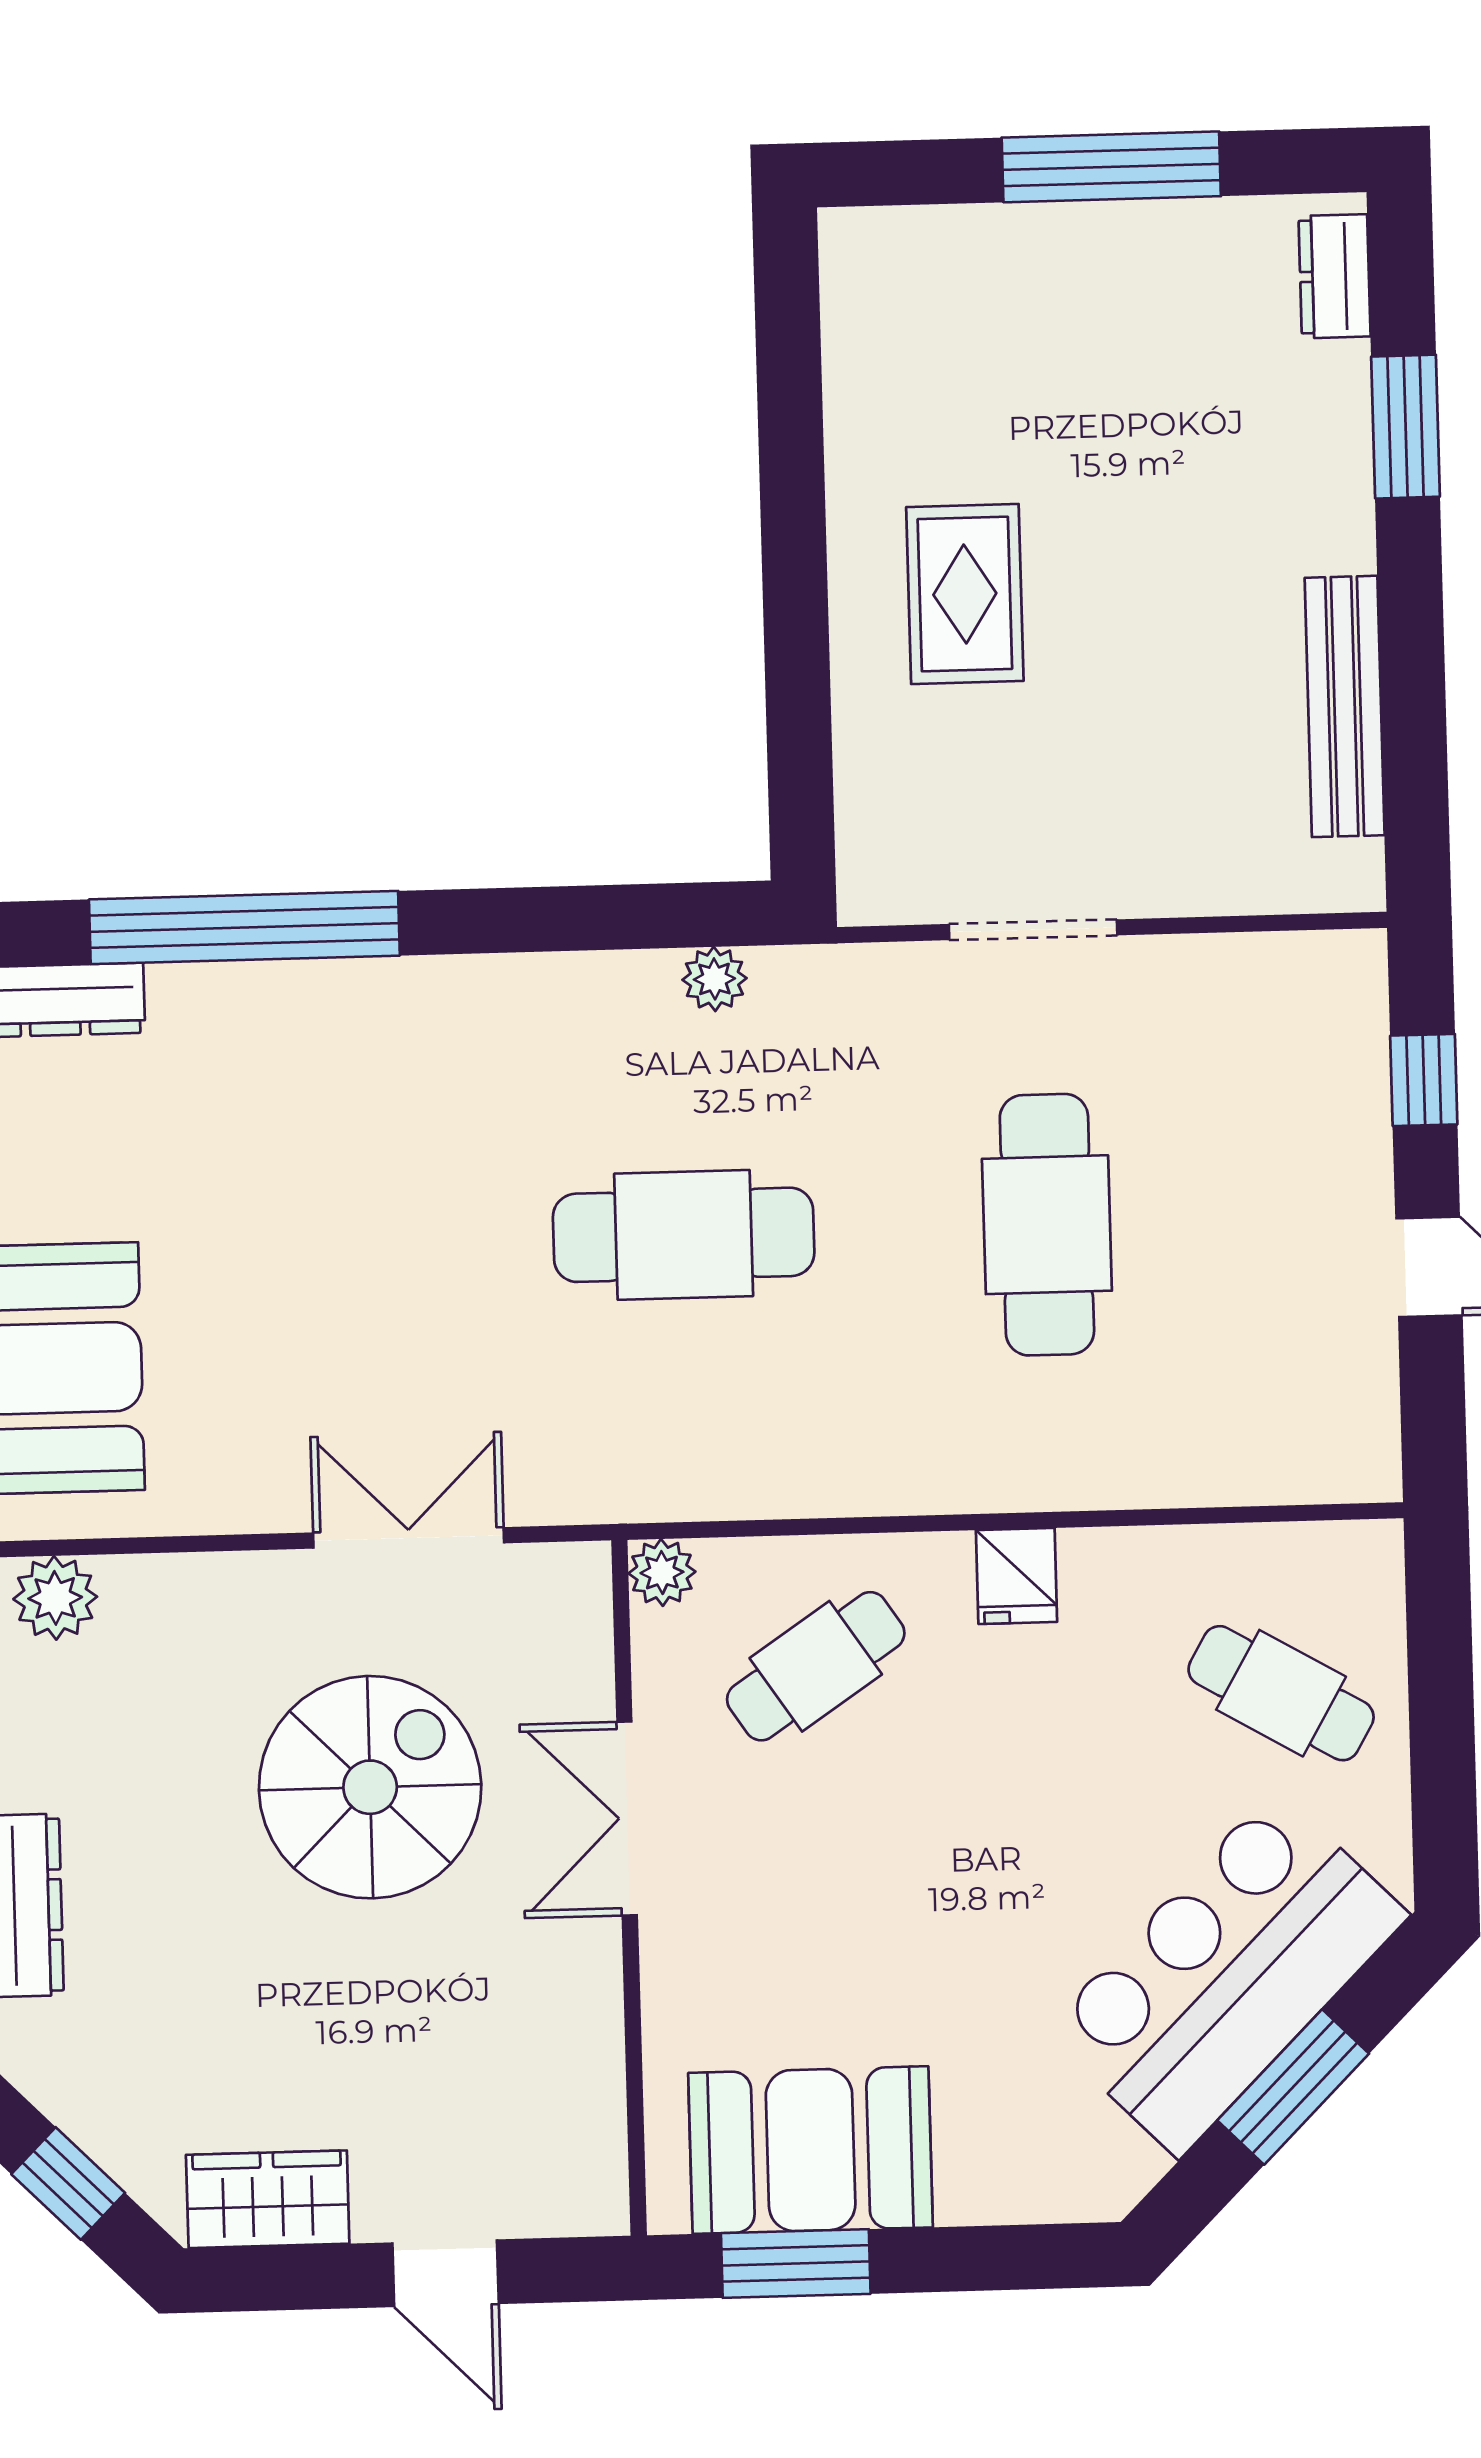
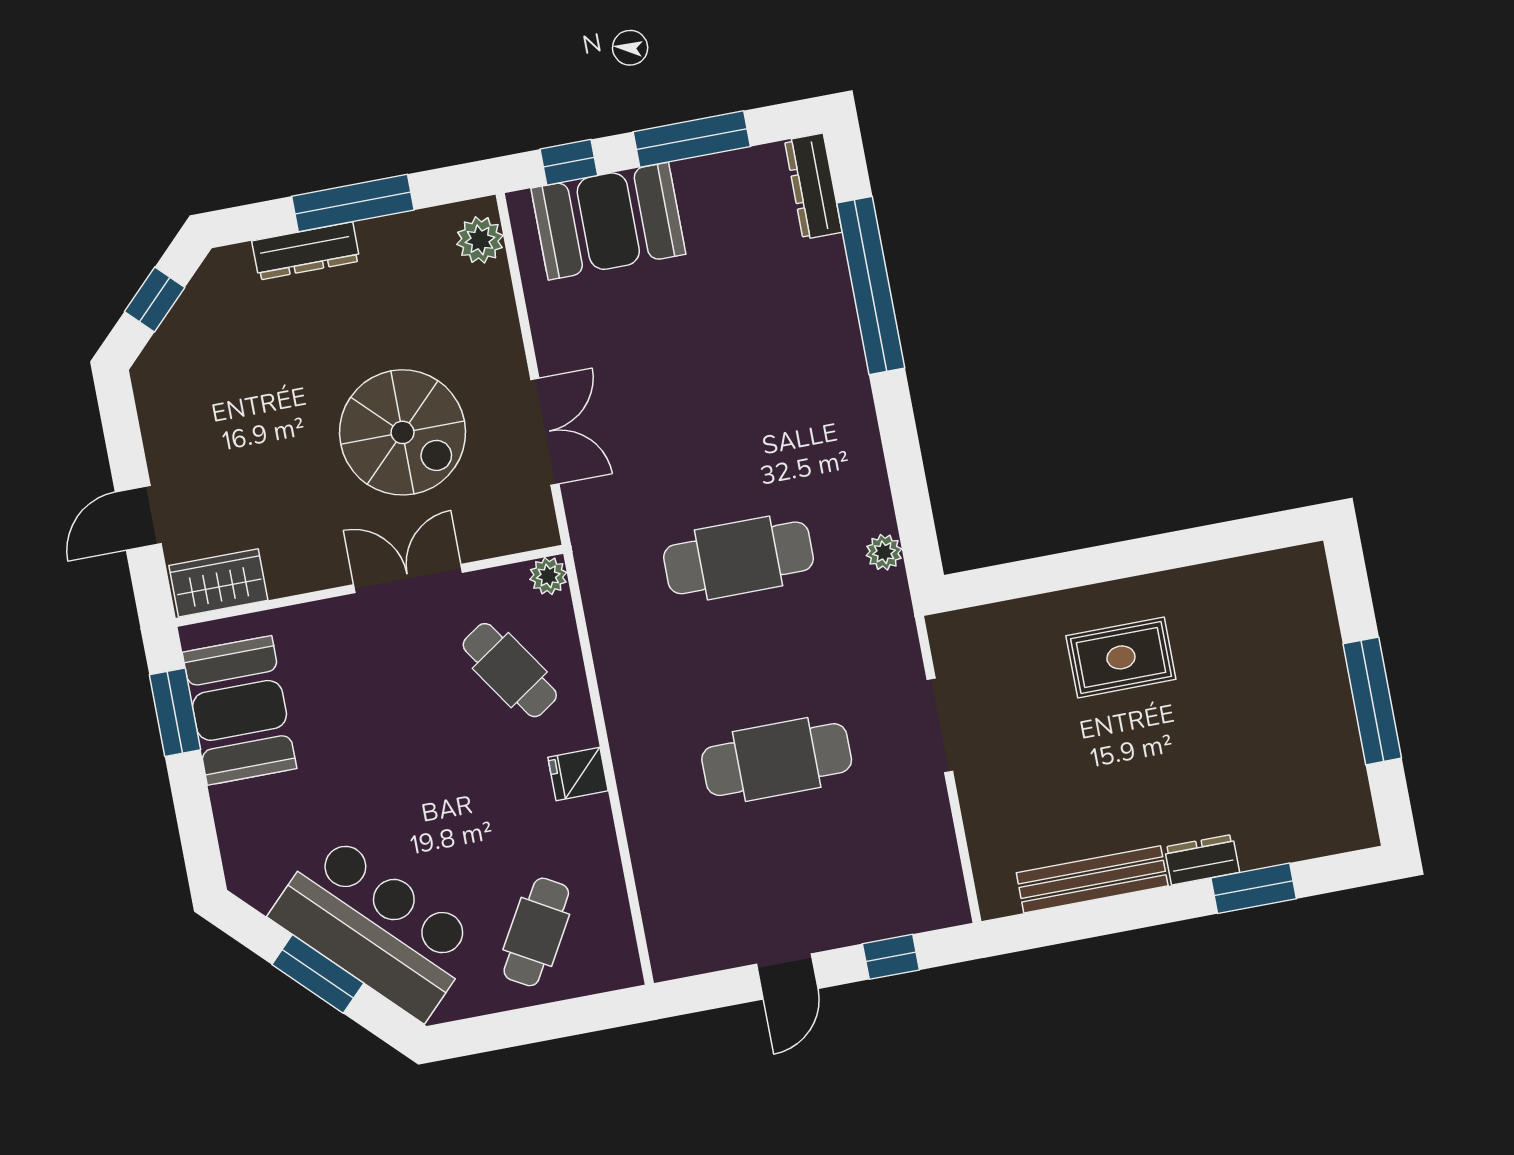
dresser: (1335, 276) -> (1202, 860), moved
cafe table: (684, 1235) -> (739, 558), turned 90
wardrobe: (268, 2199) -> (218, 583), moved, turned -90

